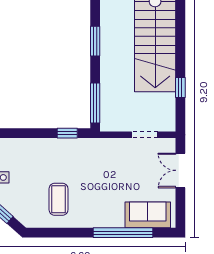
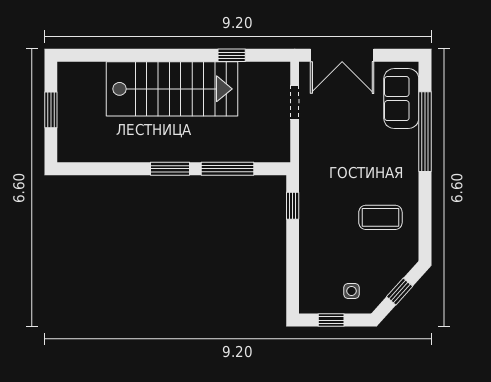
window: (95, 103) -> (227, 169), moved
double door: (180, 170) -> (342, 55), width x1.37

